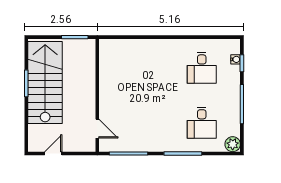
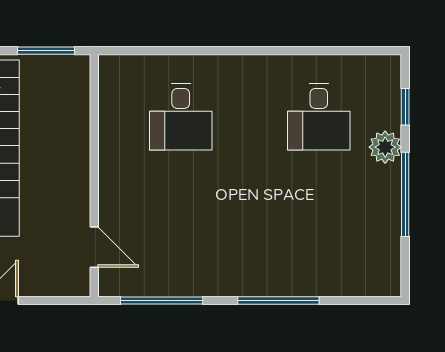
water cooler: (236, 59) -> (391, 98), removed
desk: (202, 123) -> (181, 117), moved
plant: (233, 144) -> (385, 147), moved

